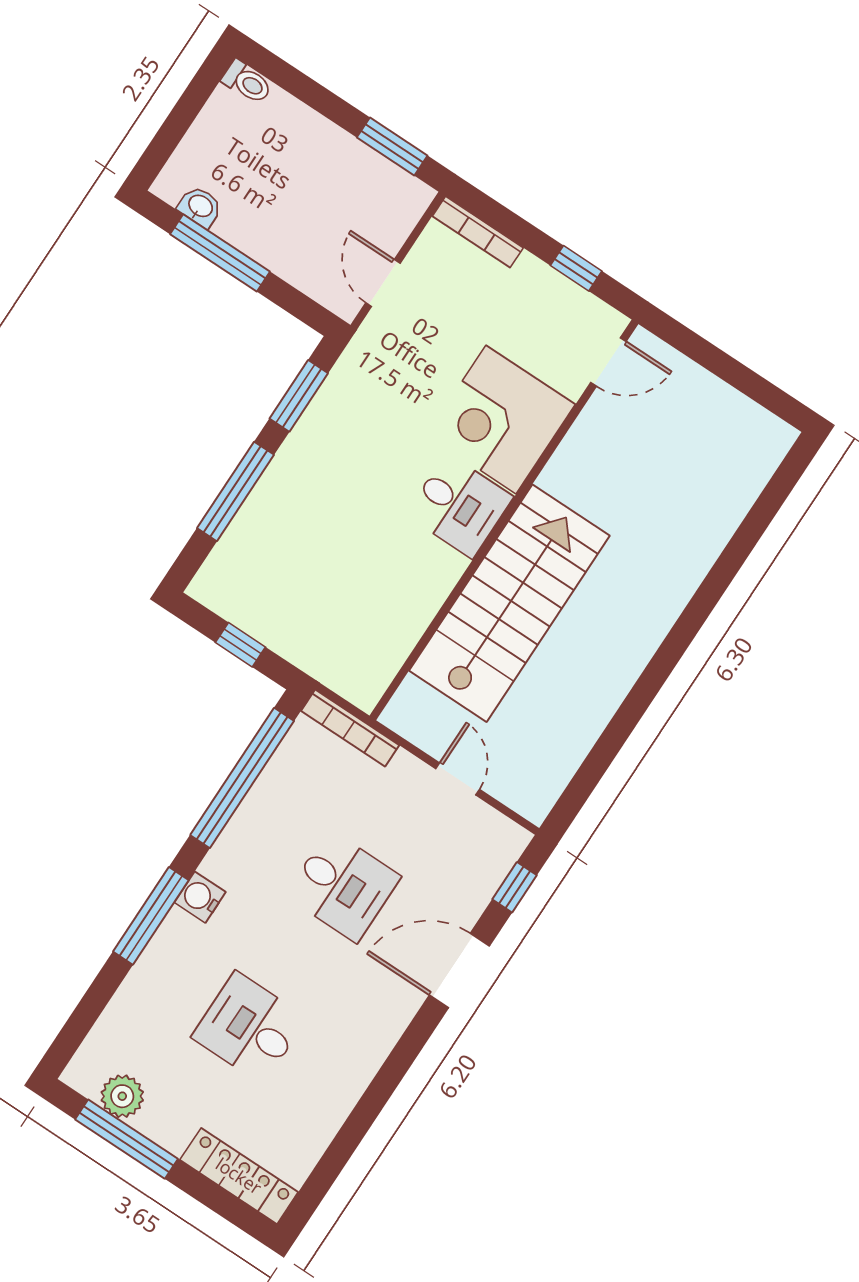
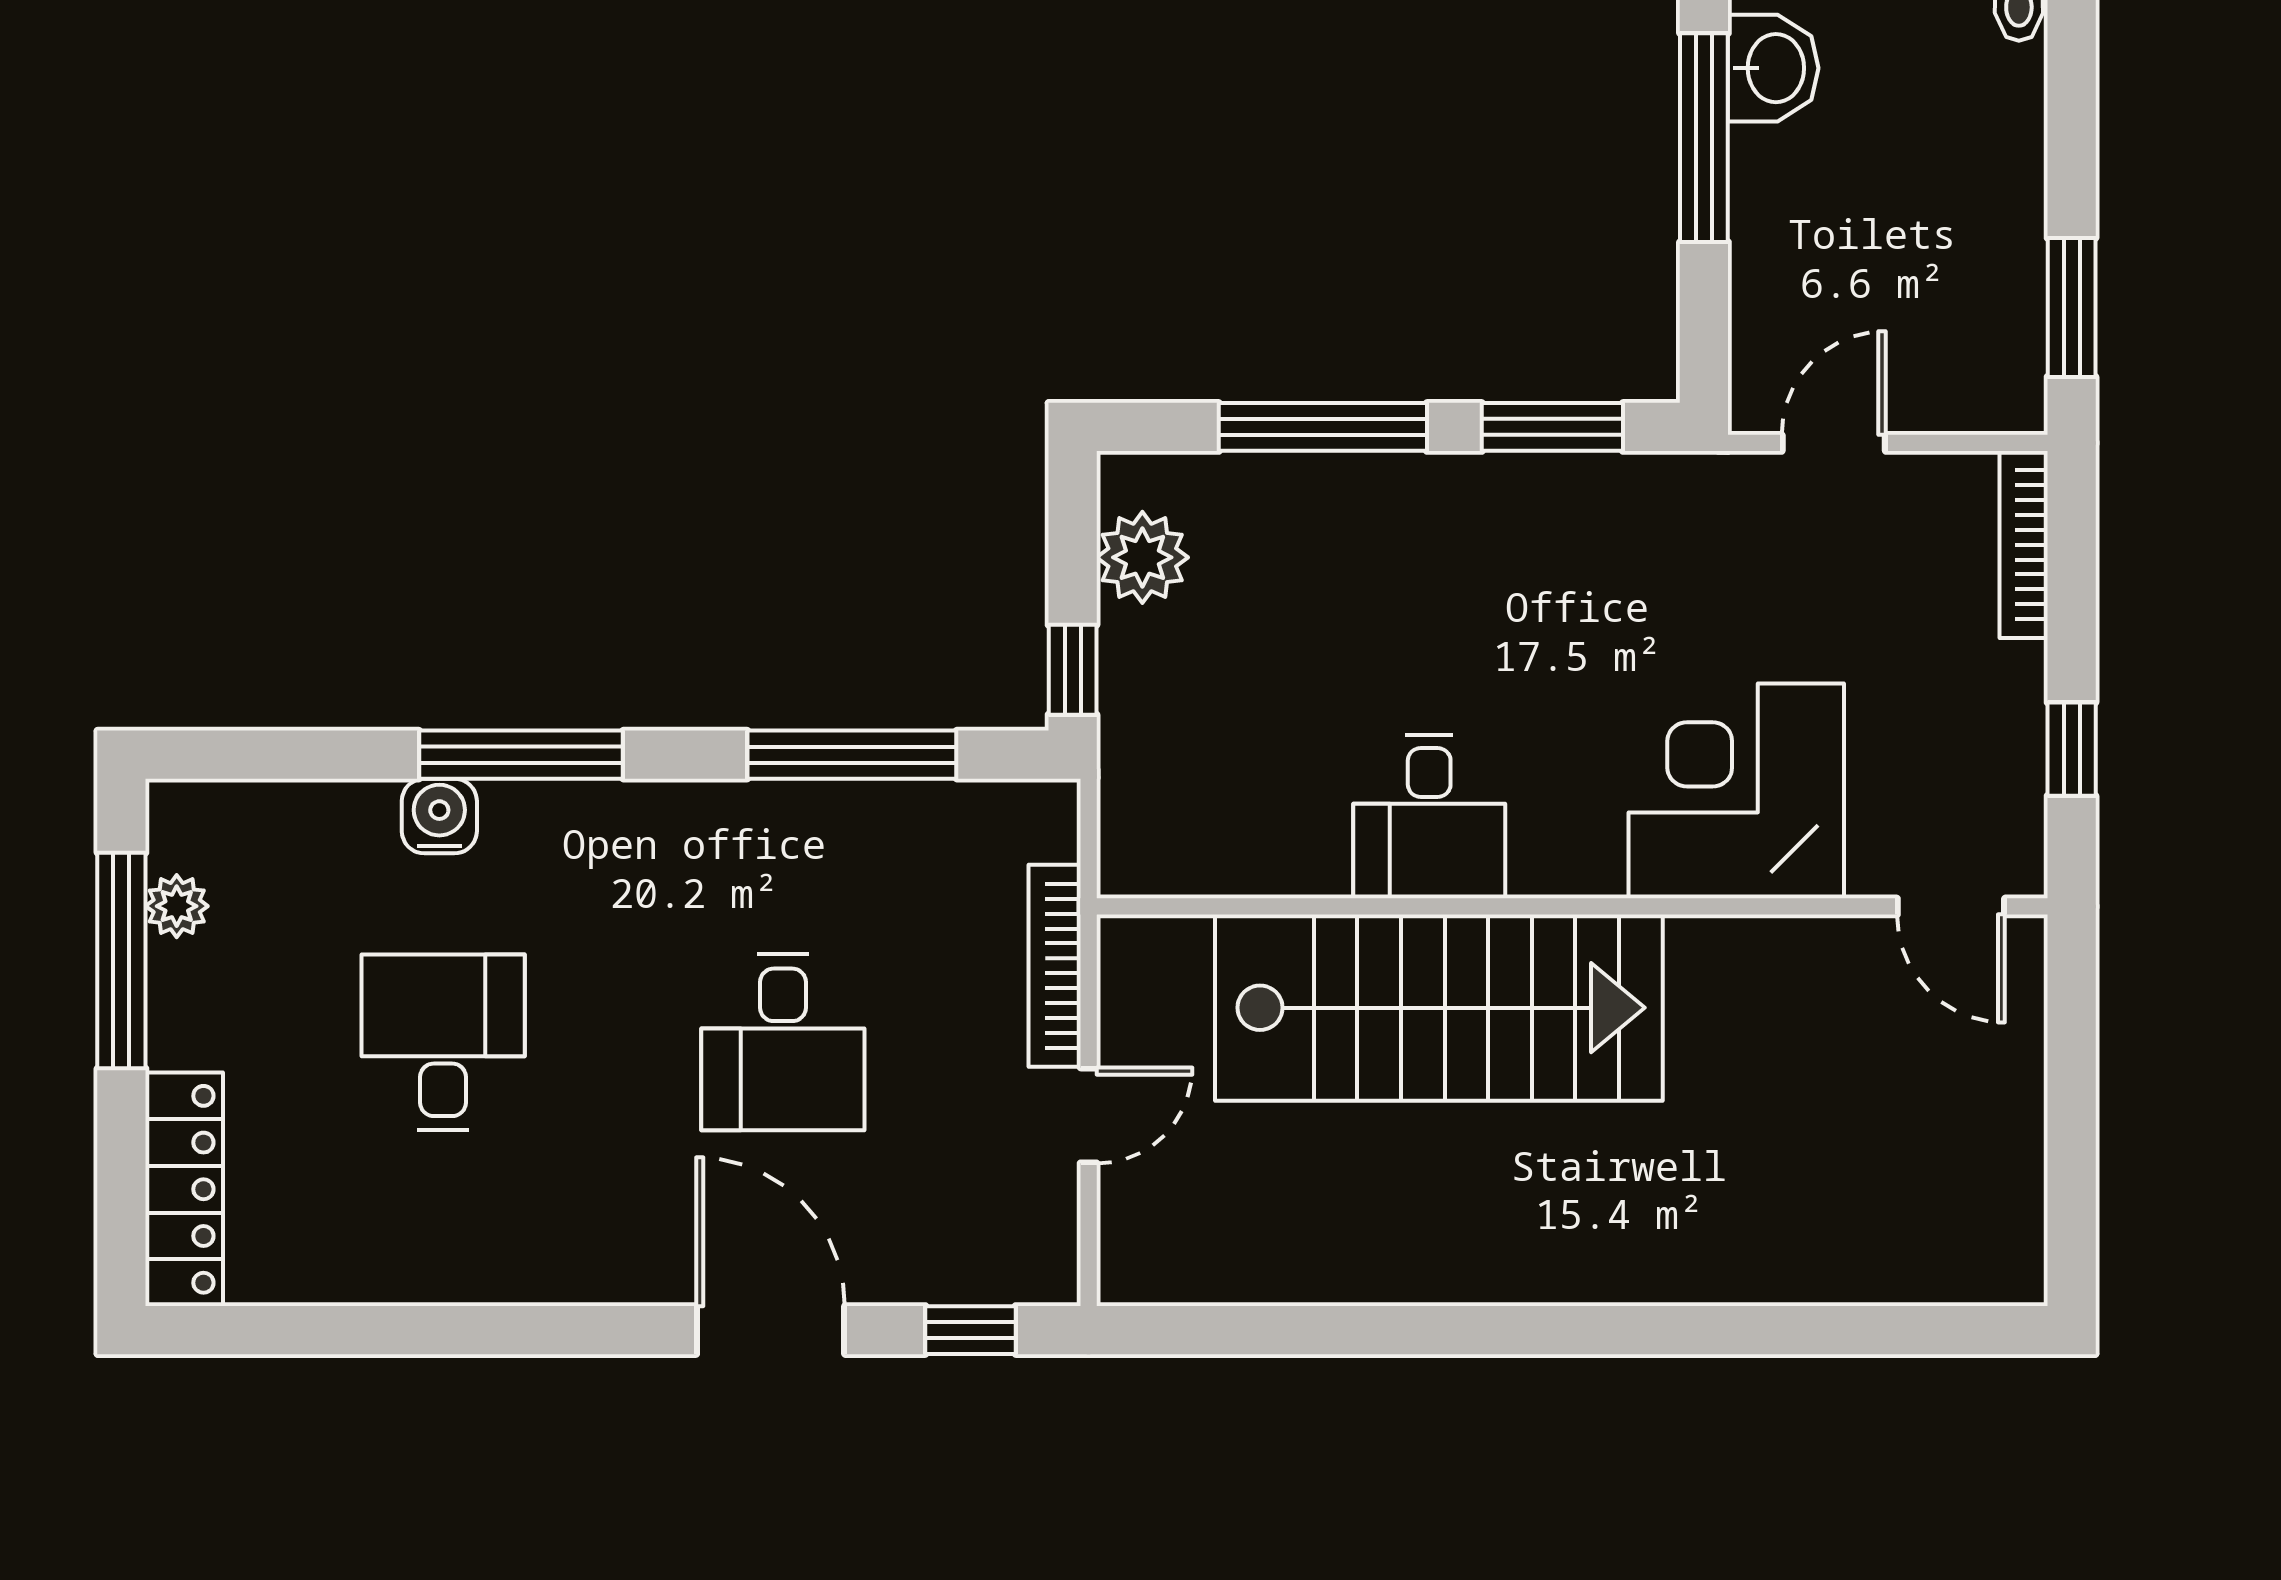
washbasin: (200, 207) -> (1773, 68), width x1.38, depth x1.45
desk: (459, 506) -> (1429, 817), moved
plant: (240, 603) -> (1142, 557), added
window: (240, 645) -> (1073, 670), moved
bookcase: (350, 728) -> (1055, 966), moved
window: (242, 778) -> (852, 755), width x0.68
water cooler: (200, 897) -> (439, 816), moved
plant: (122, 1096) -> (177, 906), width x0.73, depth x0.73

